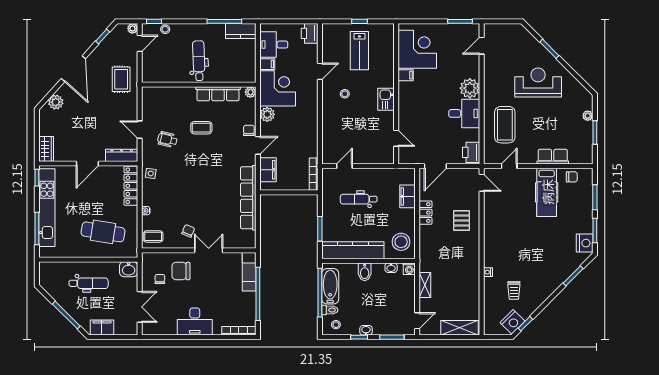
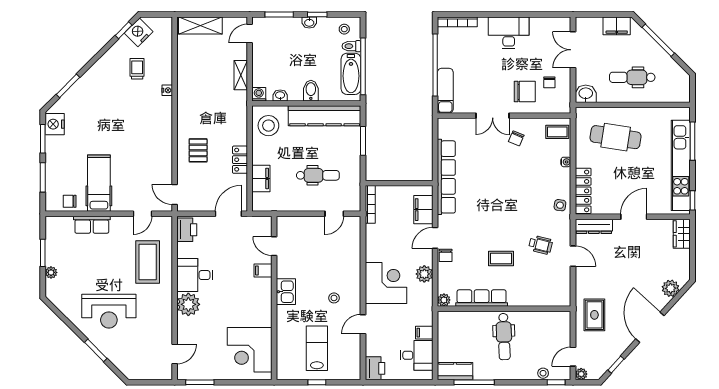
filing cabinet: (406, 75) -> (263, 270), moved
corner desk: (278, 88) -> (386, 283), moved, turned 180

